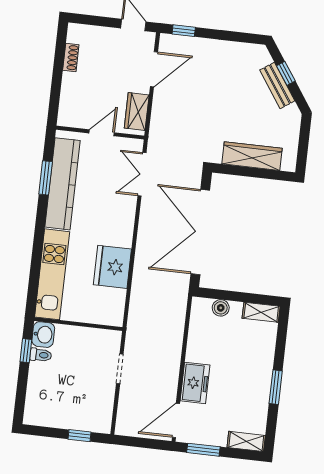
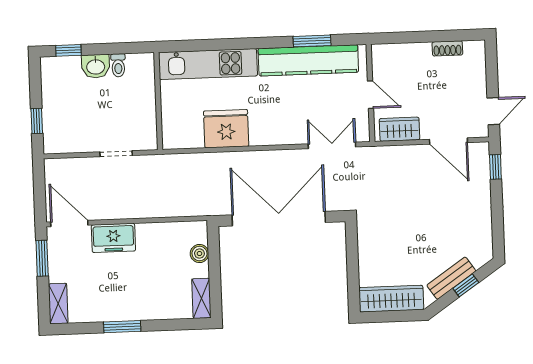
wardrobe: (252, 156) -> (391, 299), moved, turned -90
washbasin: (43, 335) -> (96, 66), moved
window: (26, 351) -> (68, 50), moved

